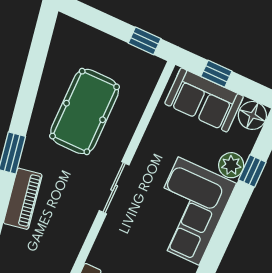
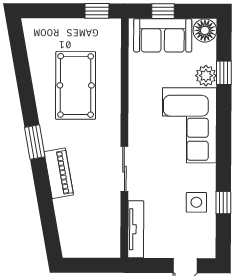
sliding door: (114, 188) -> (124, 169), moved

